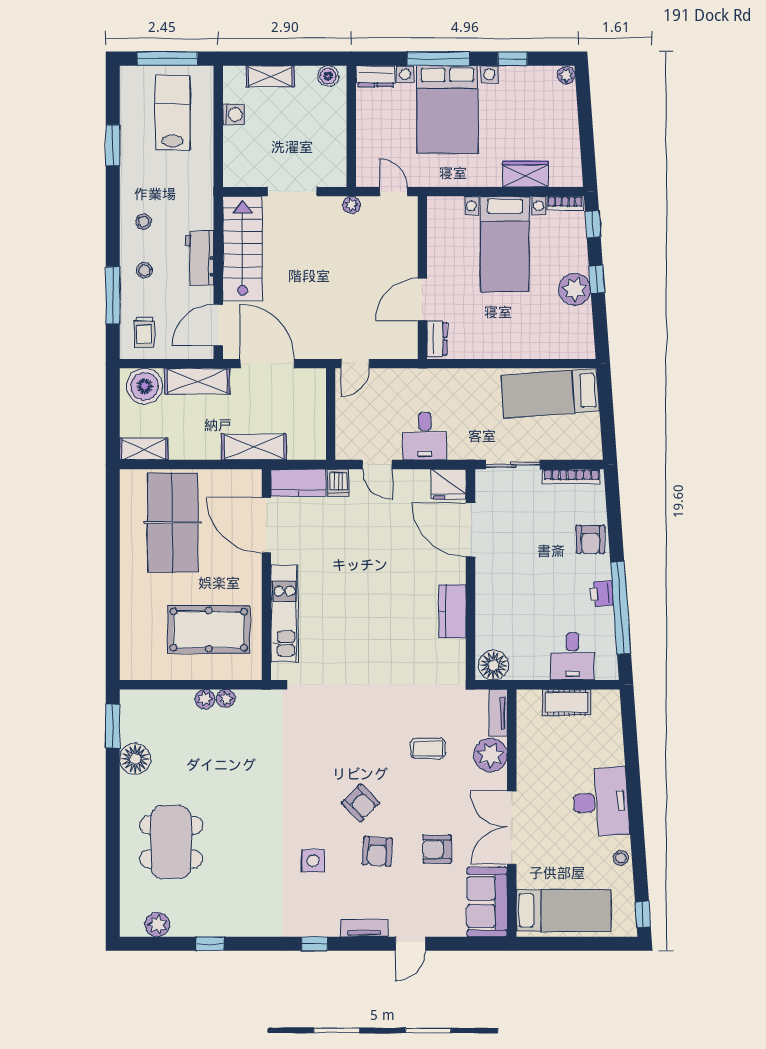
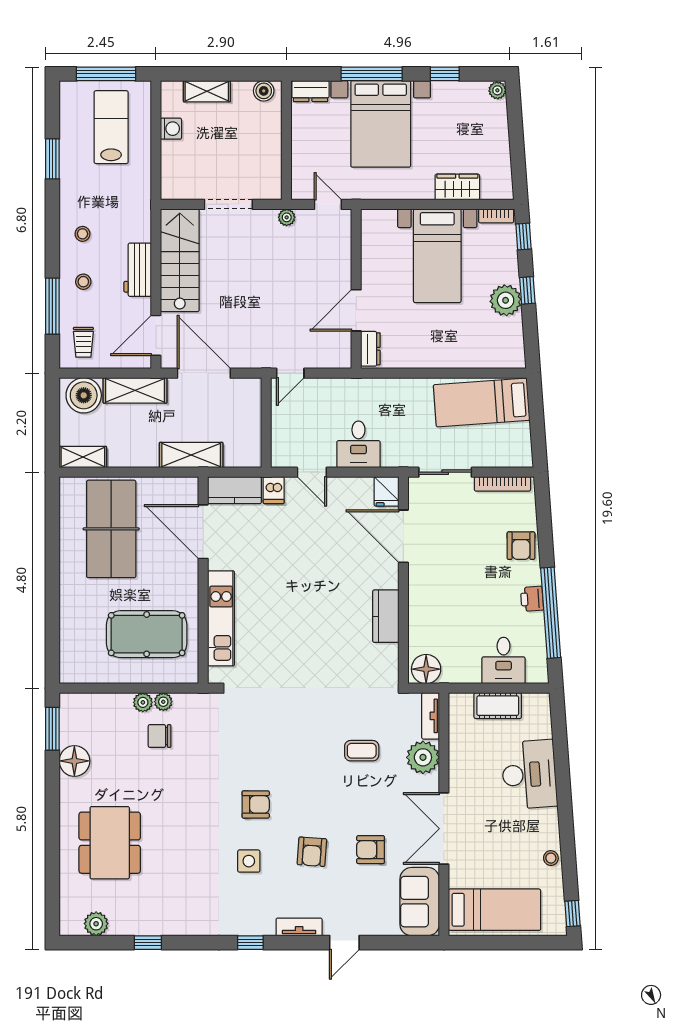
fridge: (448, 484) -> (387, 491), width x0.72
chair: (222, 733) -> (160, 736), added
desk: (601, 802) -> (529, 774), moved
armchair: (361, 803) -> (256, 804), moved, turned -45

